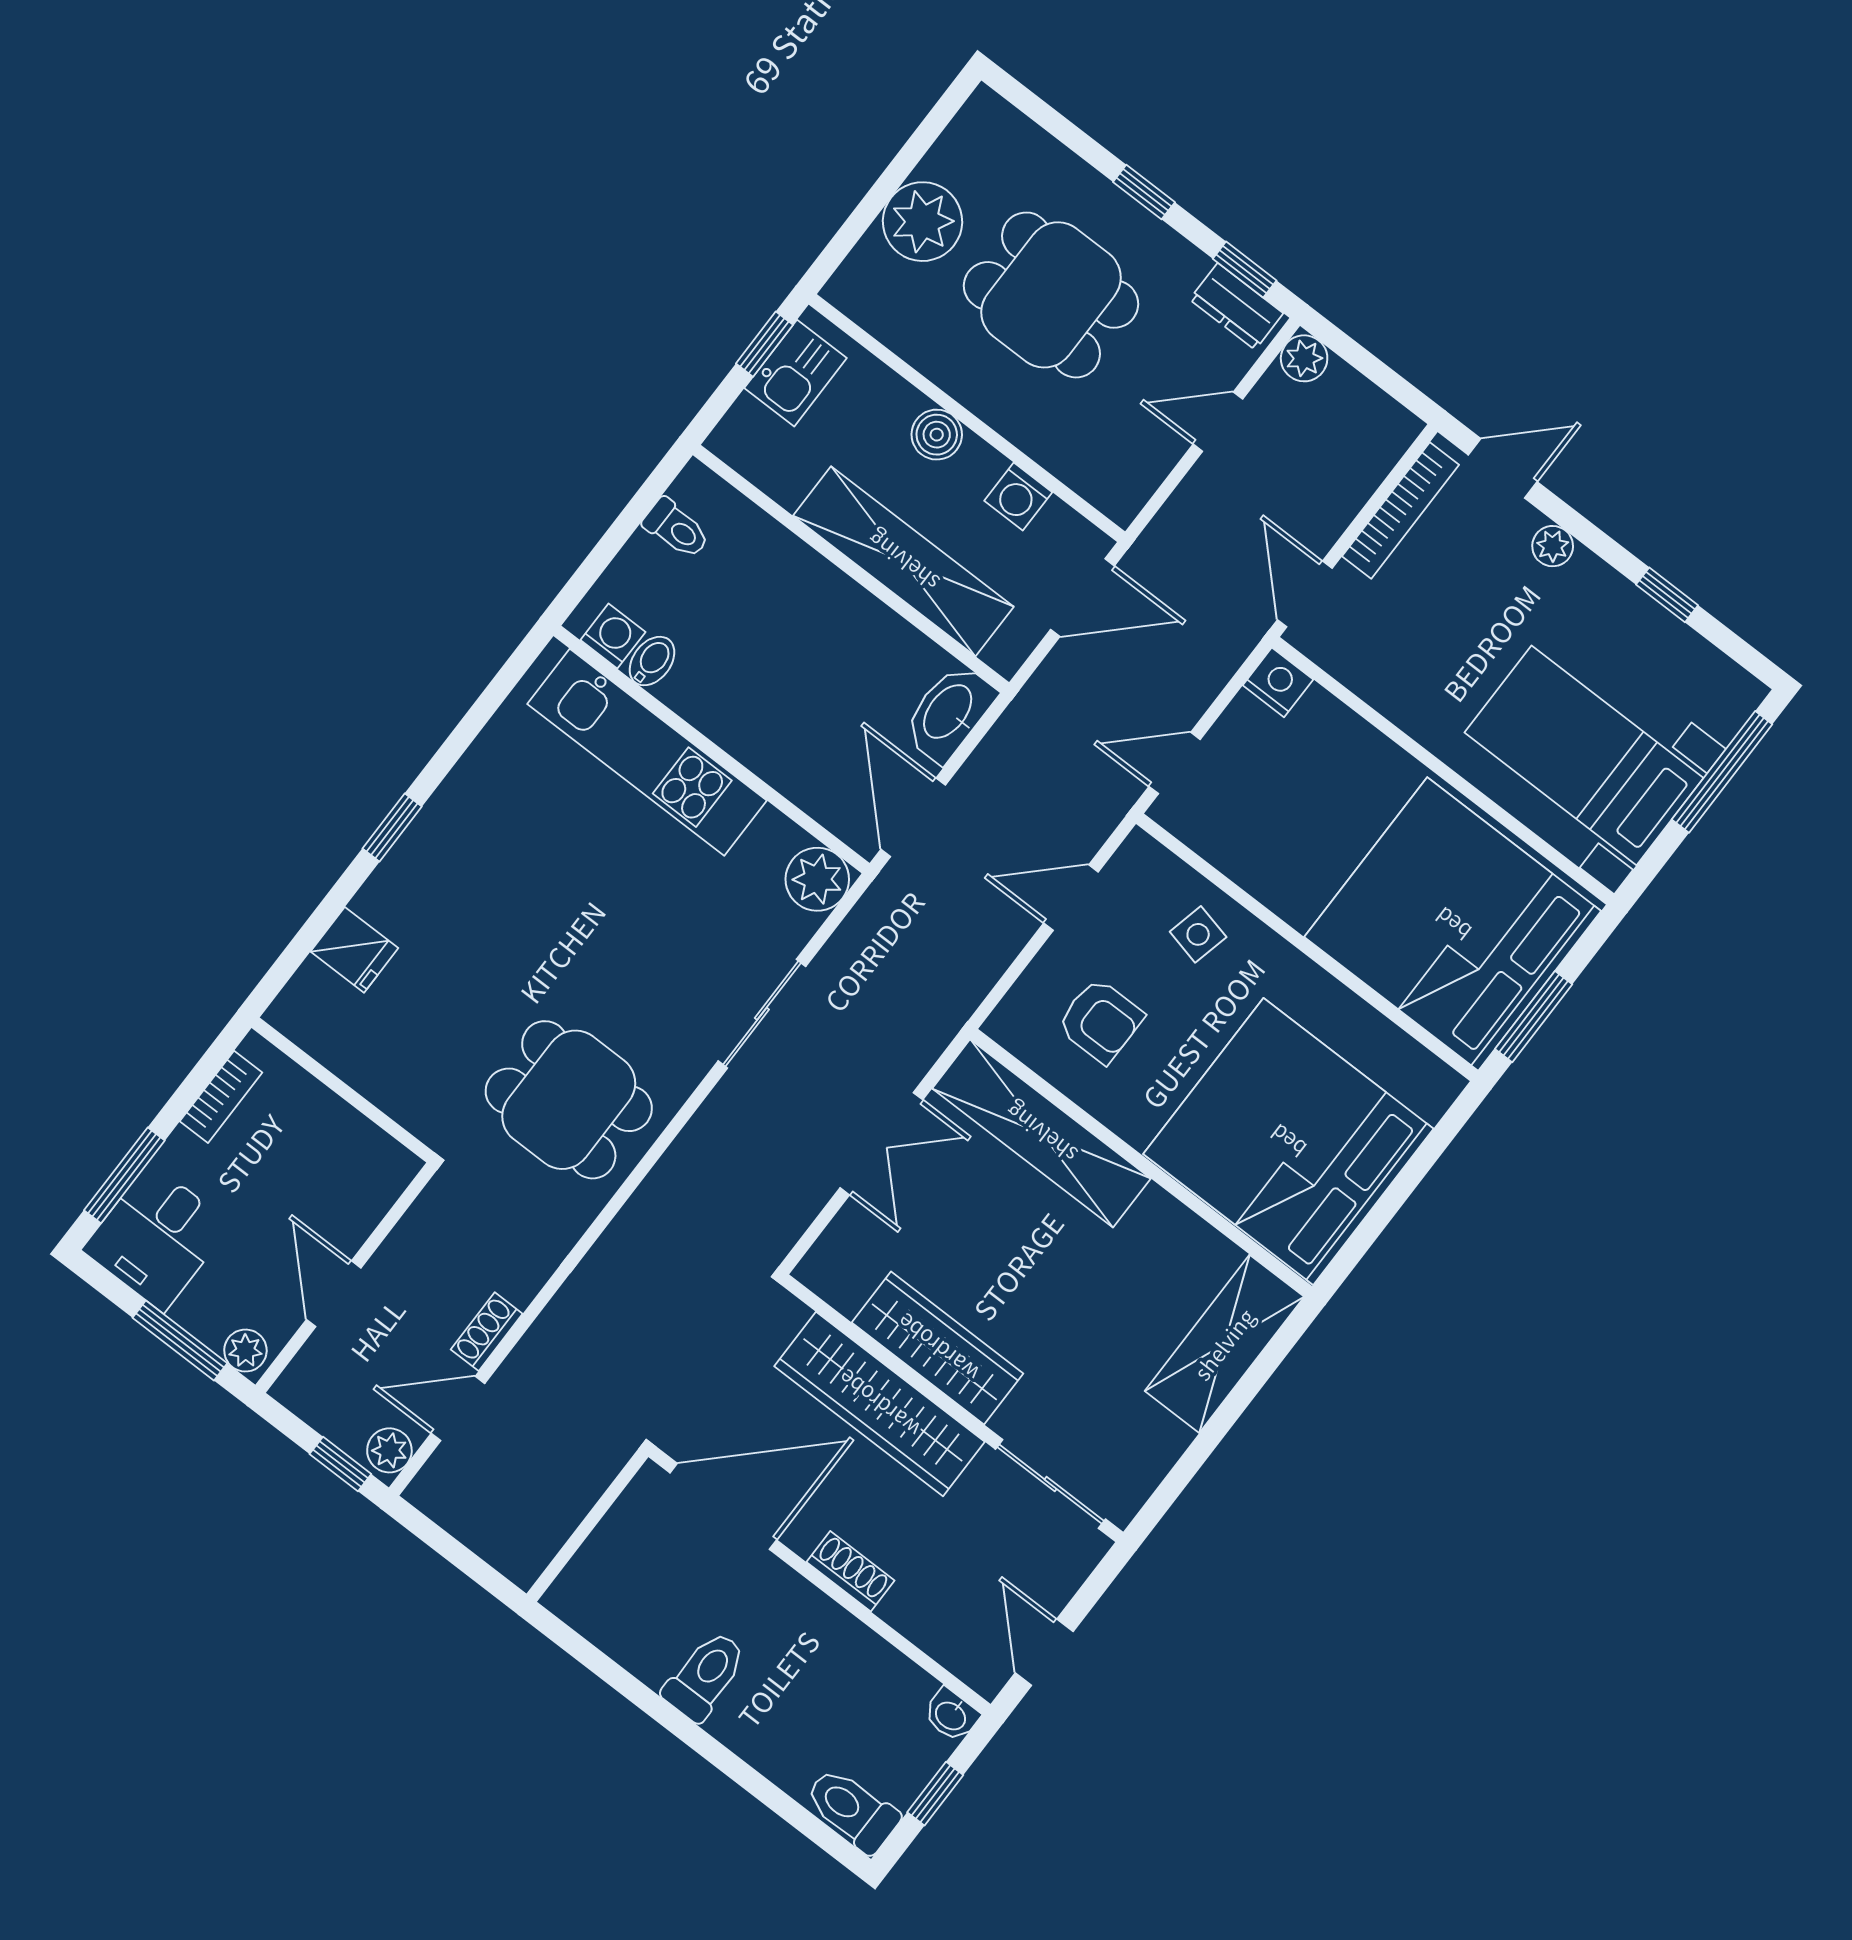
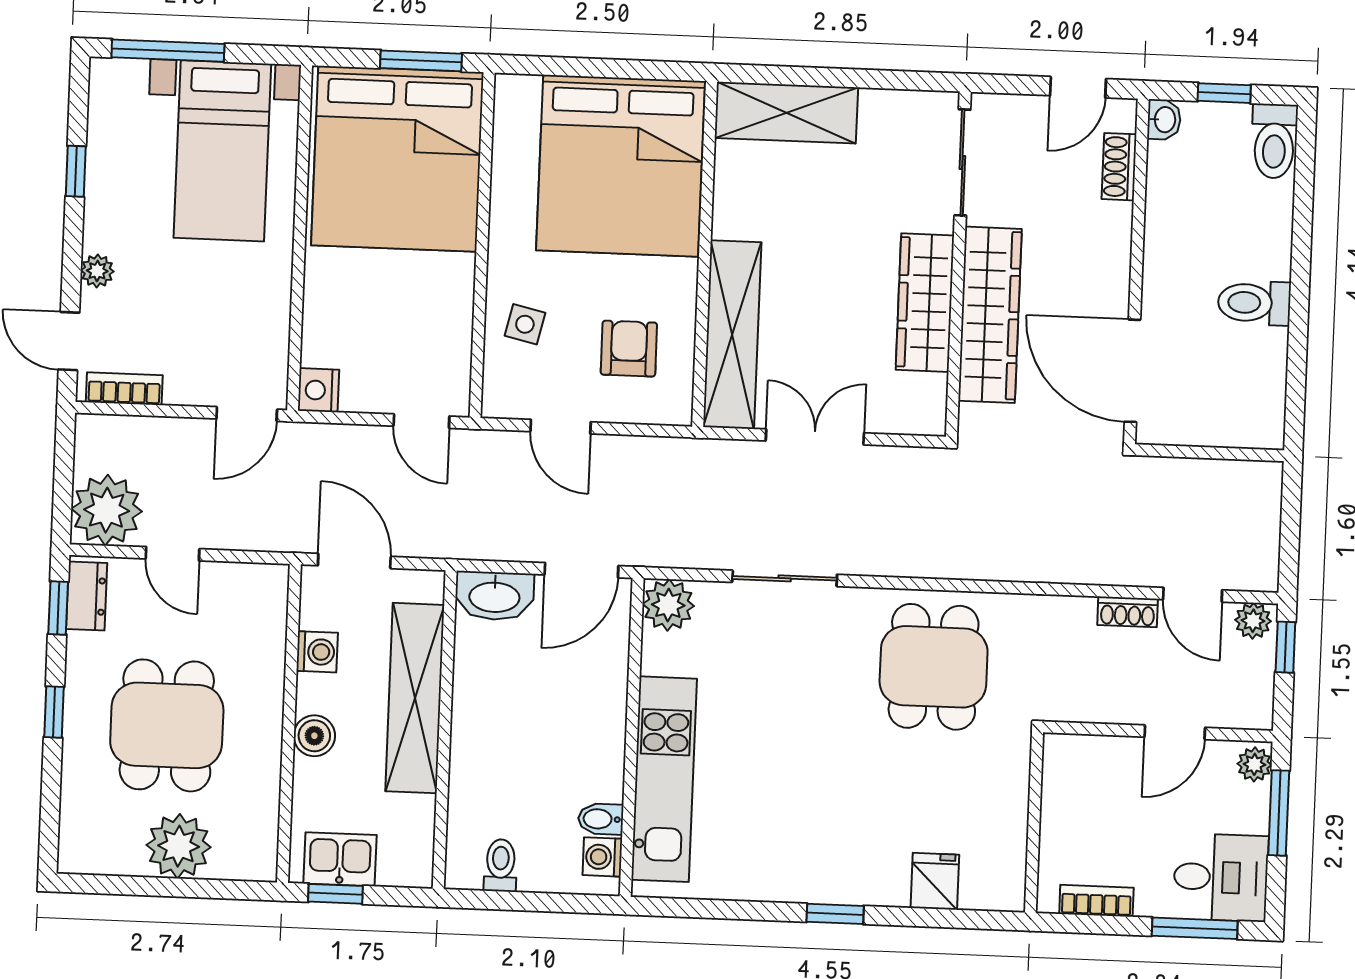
plant: (1304, 358) -> (107, 510), width x1.88, depth x1.88
bookcase: (1401, 511) -> (124, 389), width x0.64
shoe rack: (850, 1571) -> (1119, 167), moved

